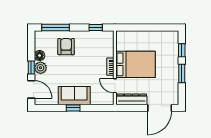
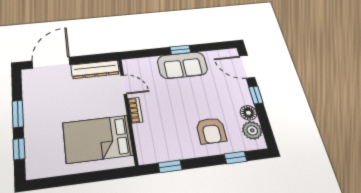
window: (56, 27) -> (235, 158), width x0.46
bed: (136, 64) -> (98, 139), moved
plant: (40, 68) -> (252, 130), moved

